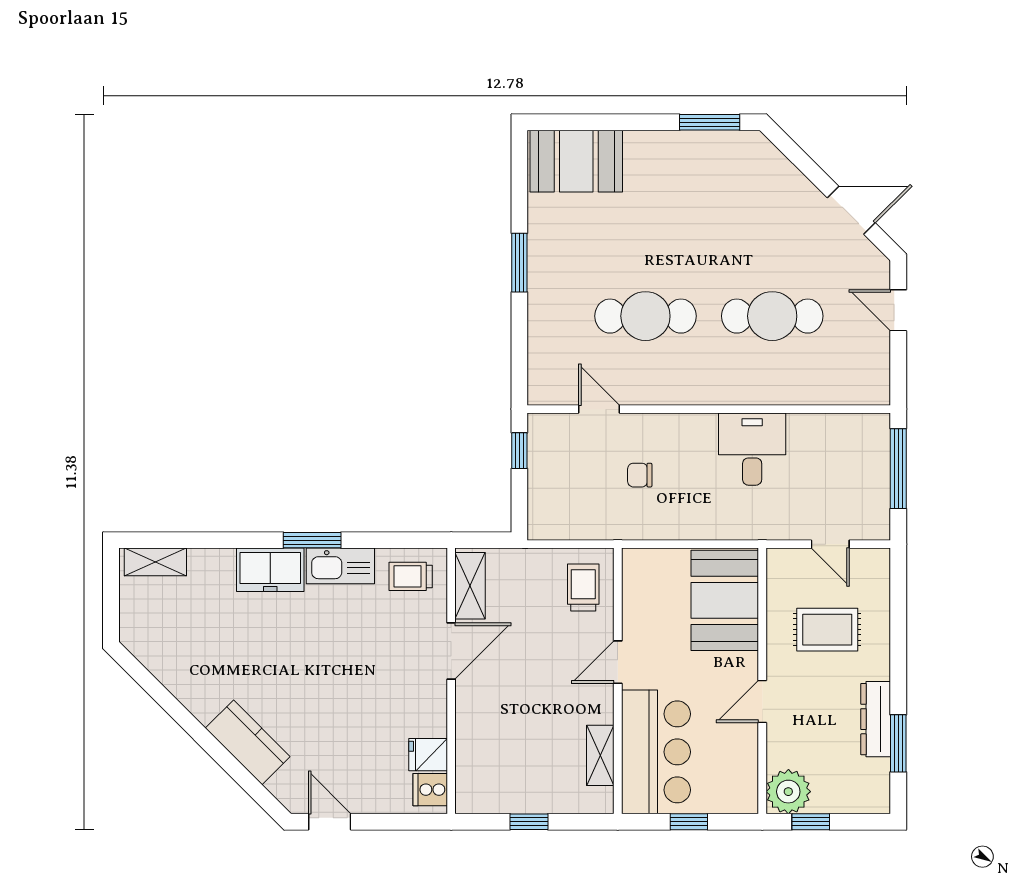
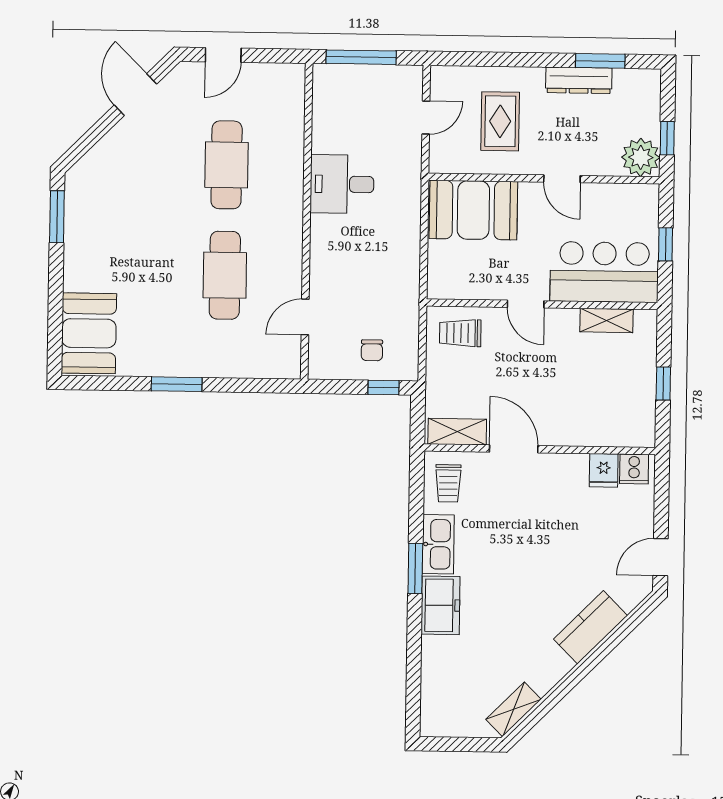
window: (519, 451) -> (384, 387), moved
chair: (640, 475) -> (372, 350), moved
shelving: (155, 562) -> (513, 709), moved, turned 45

